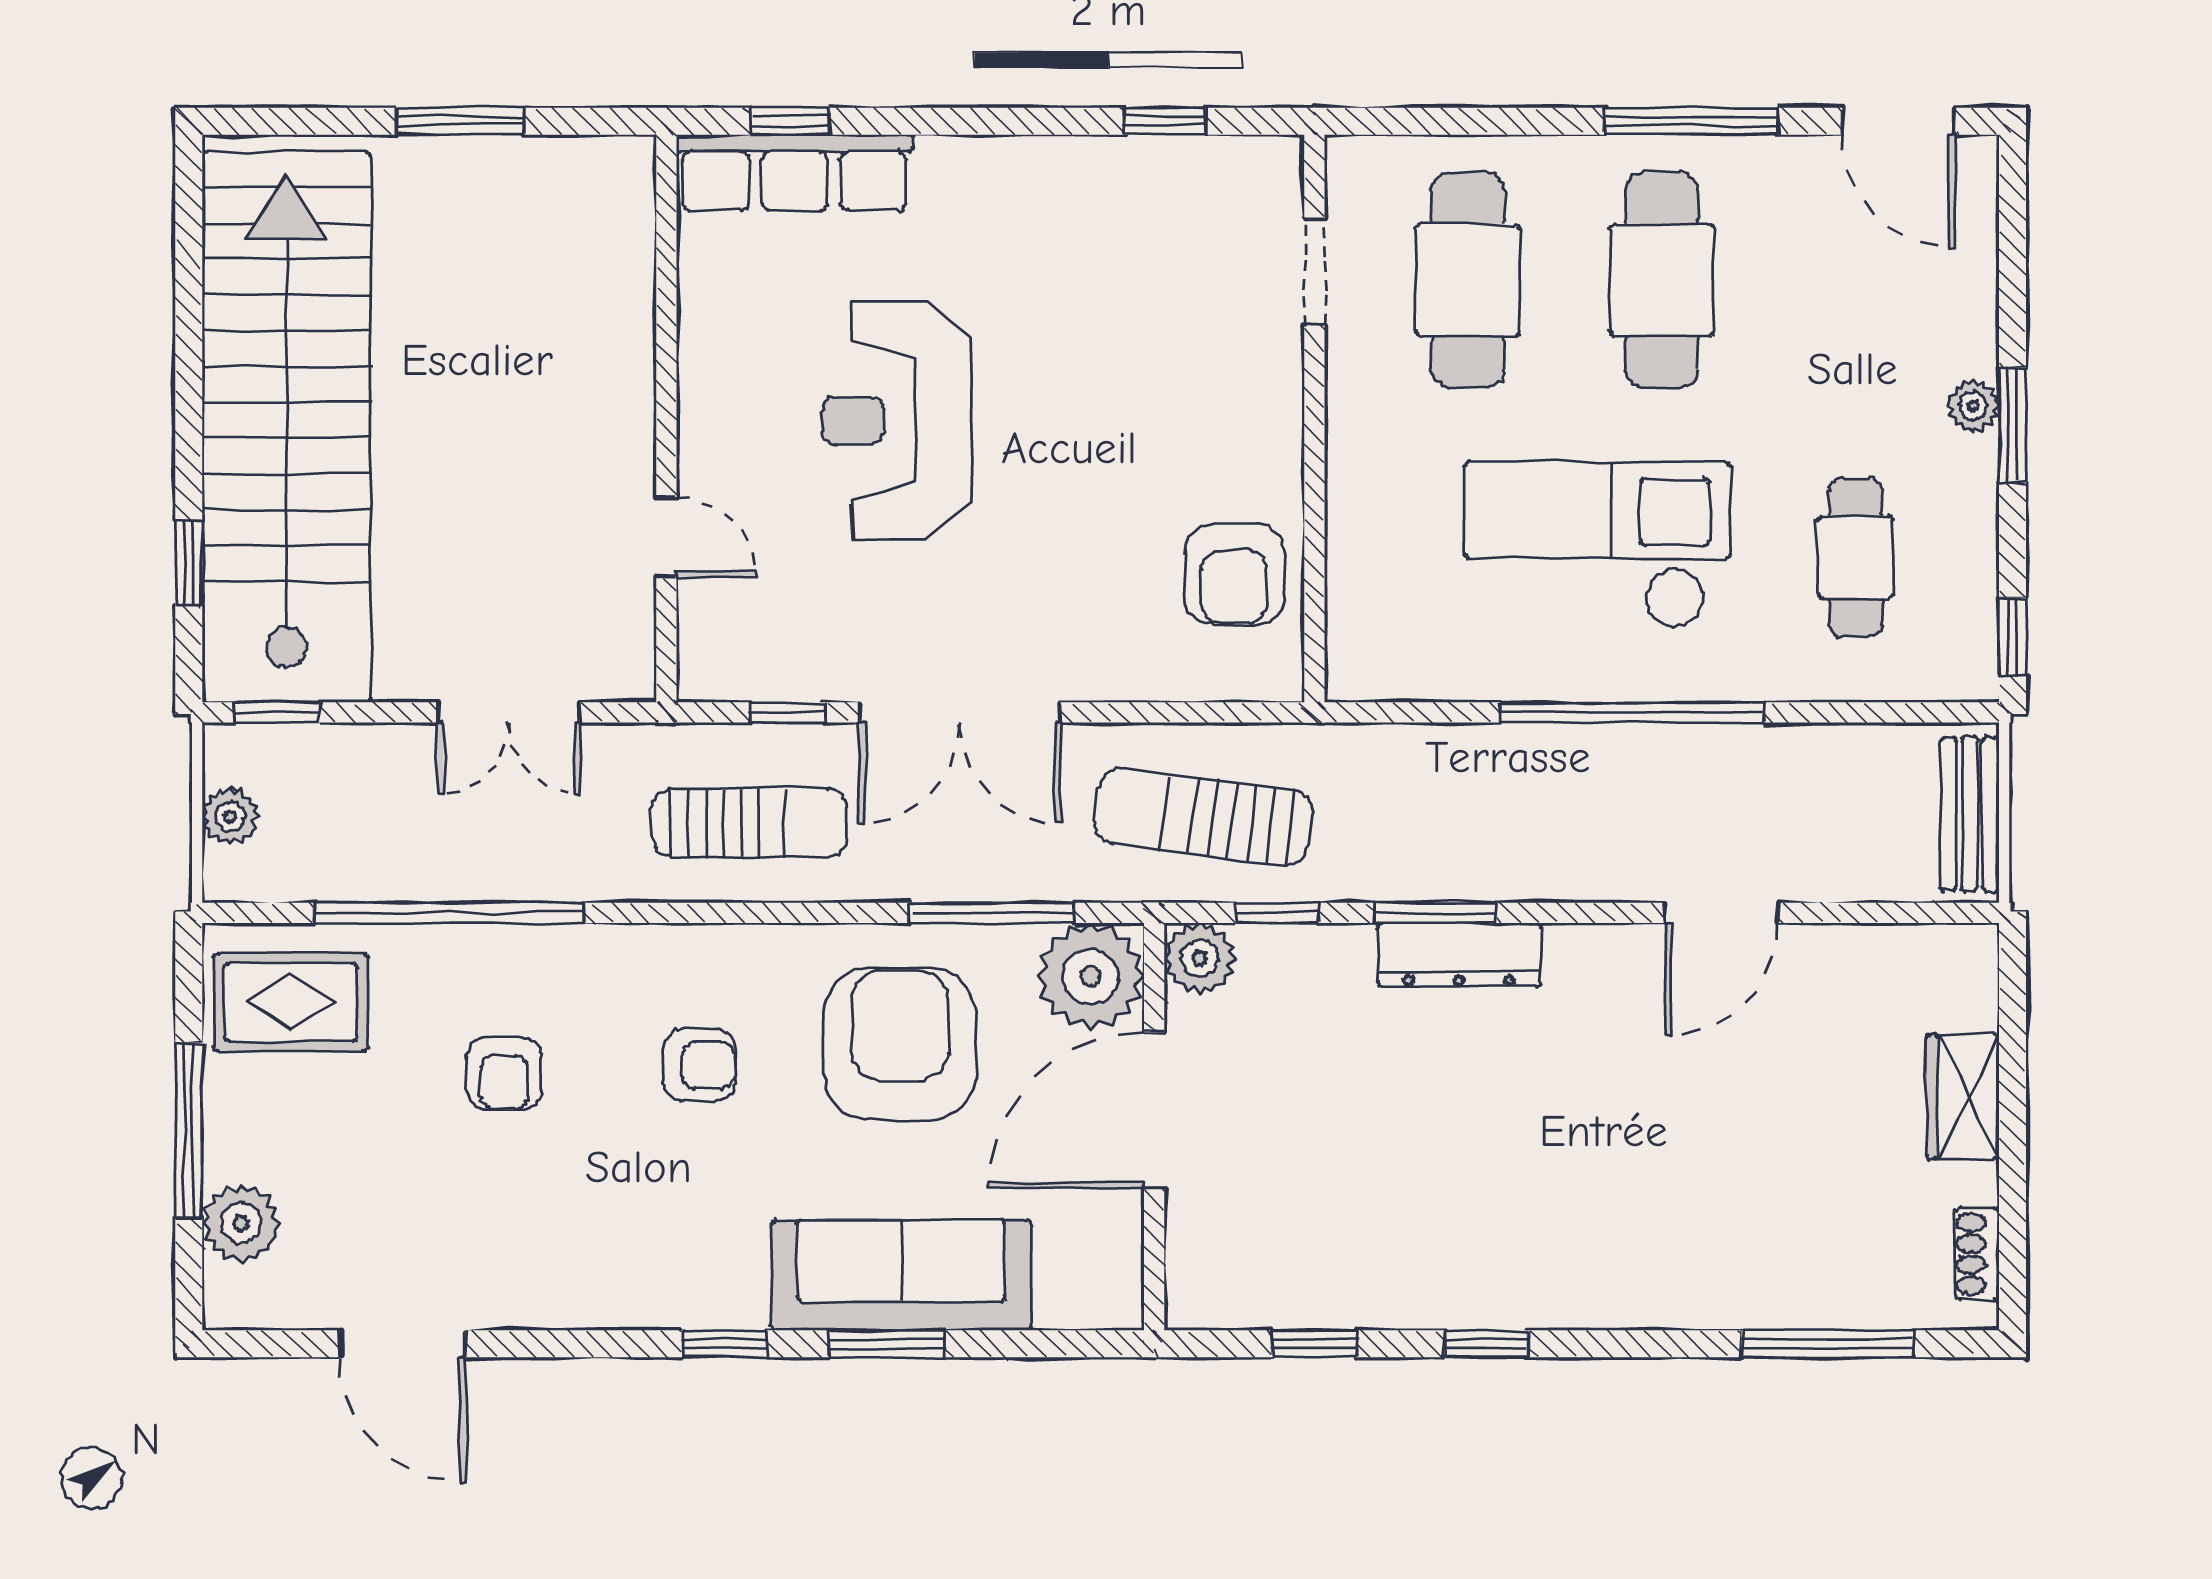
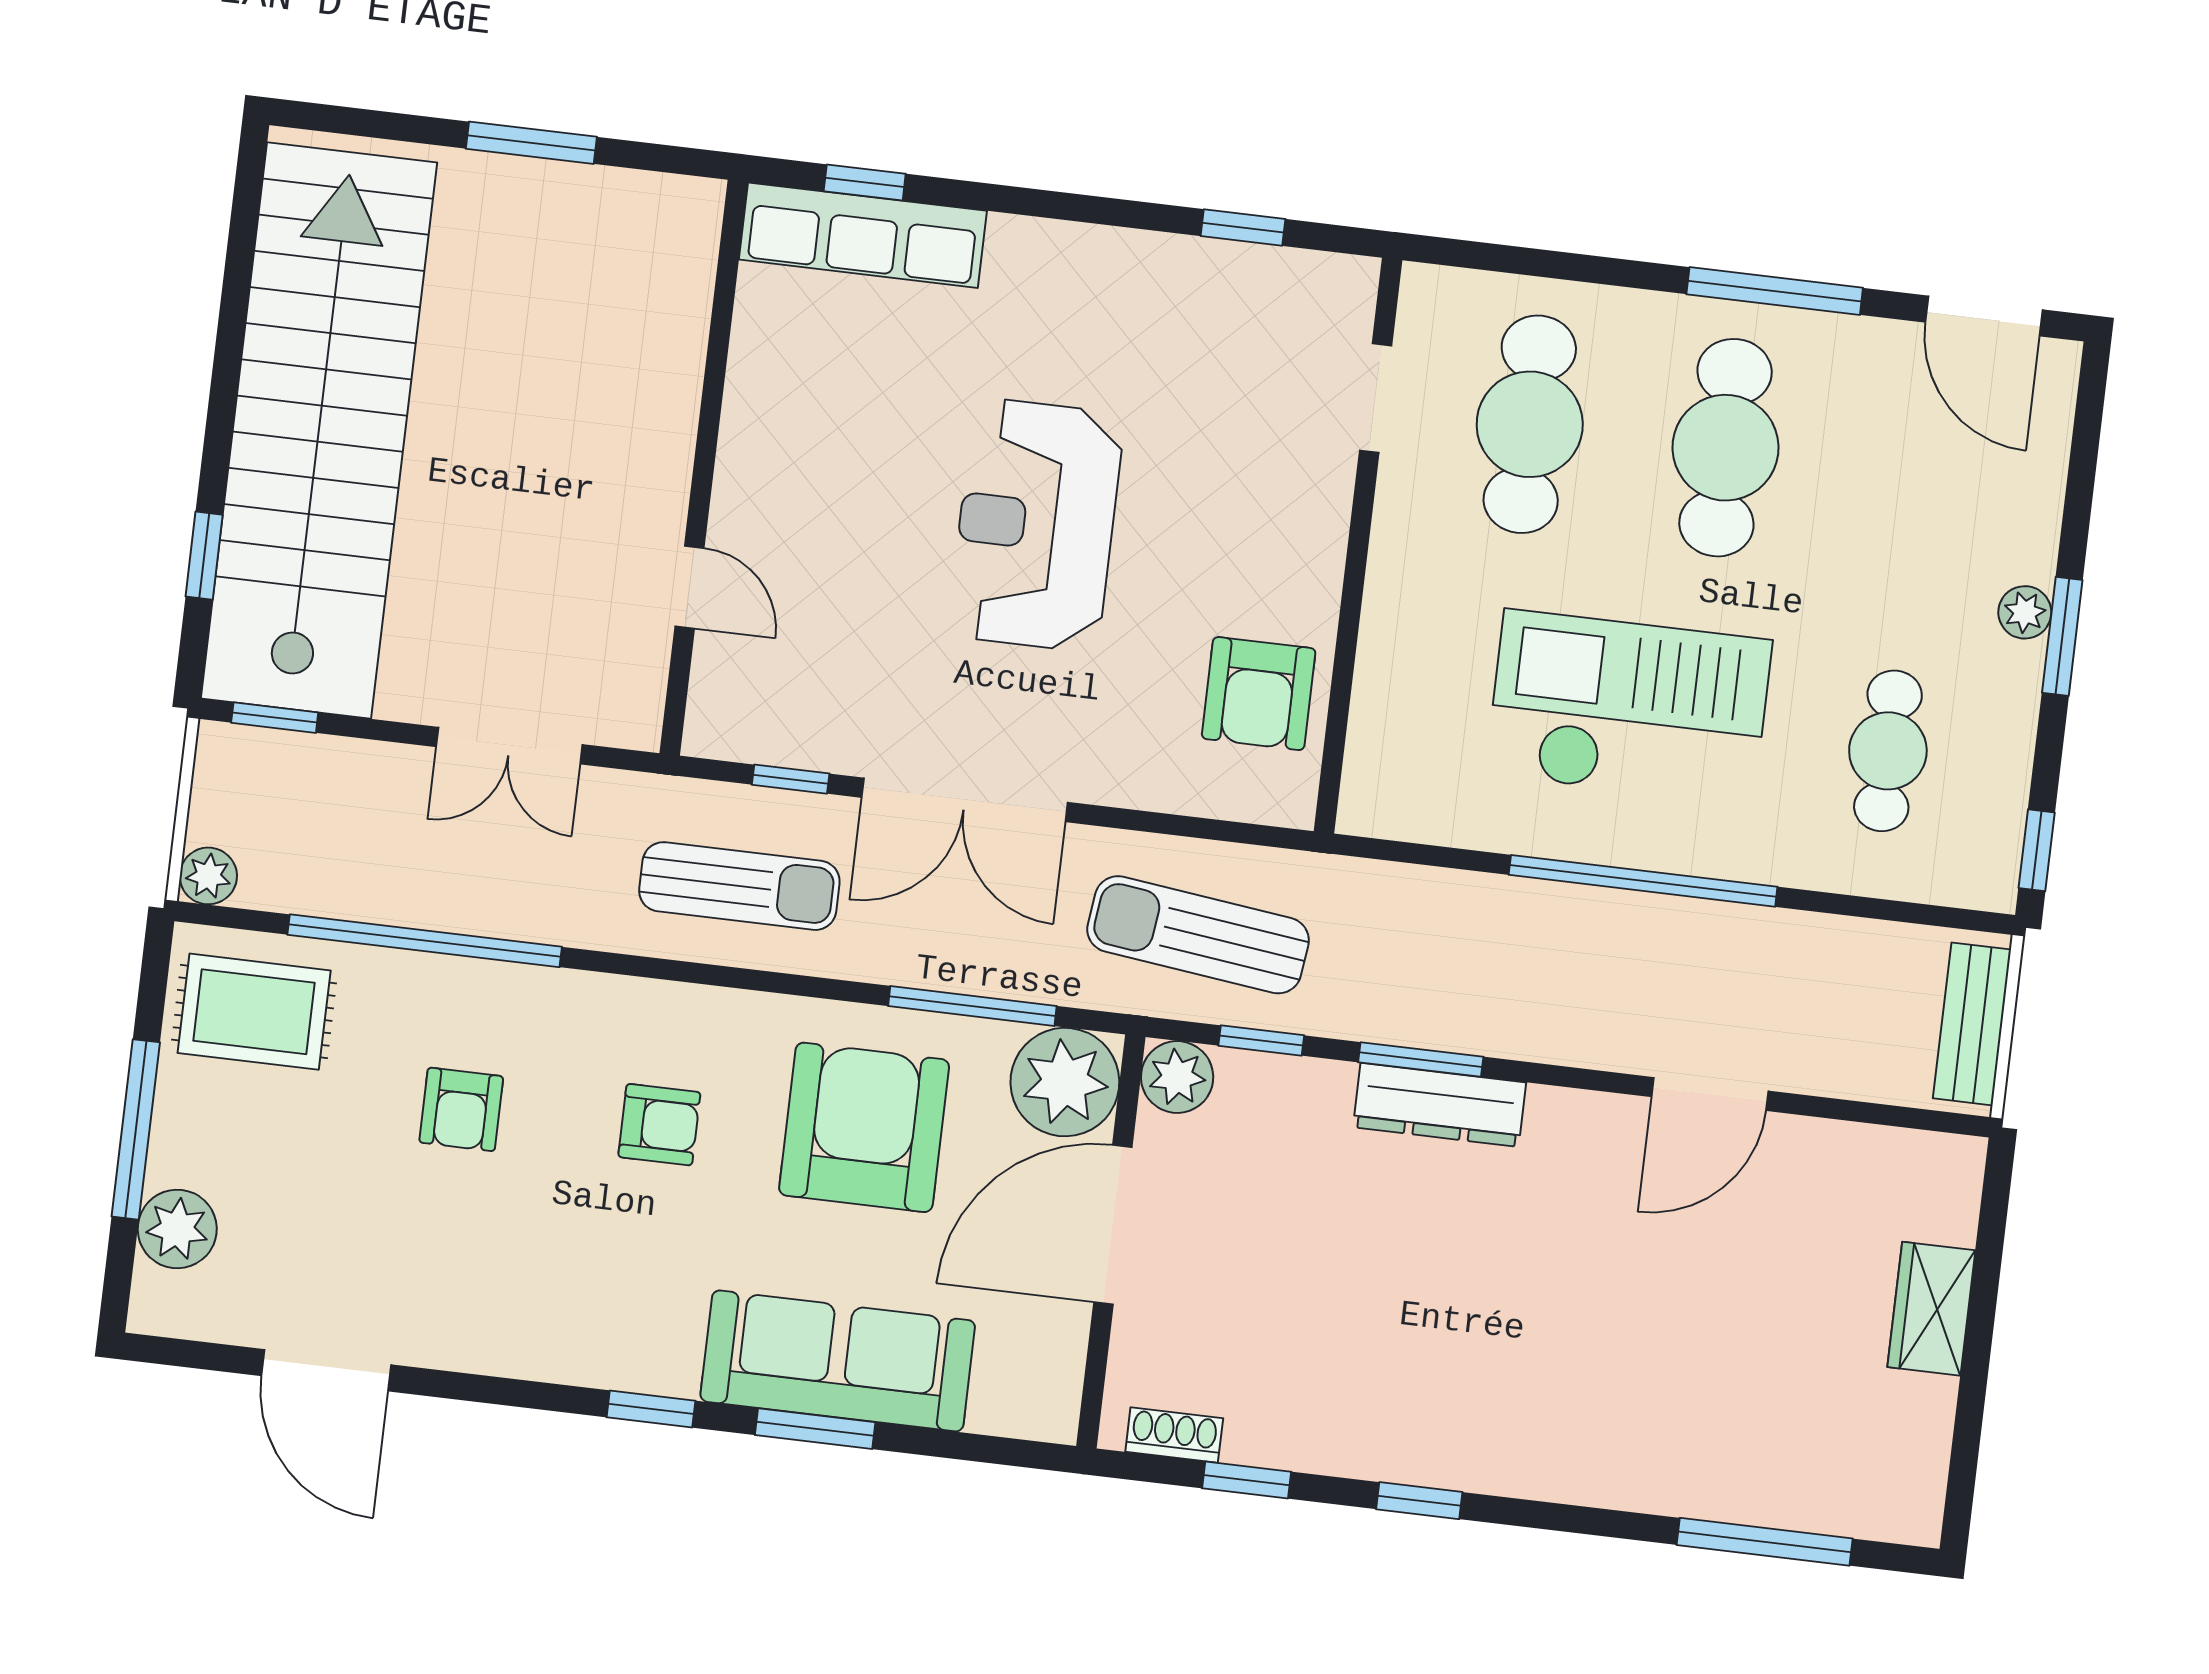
reception desk: (896, 420) -> (1036, 525), moved
plant: (230, 817) -> (208, 876), moved
shoe rack: (1977, 1254) -> (1174, 1435), moved, turned 90

